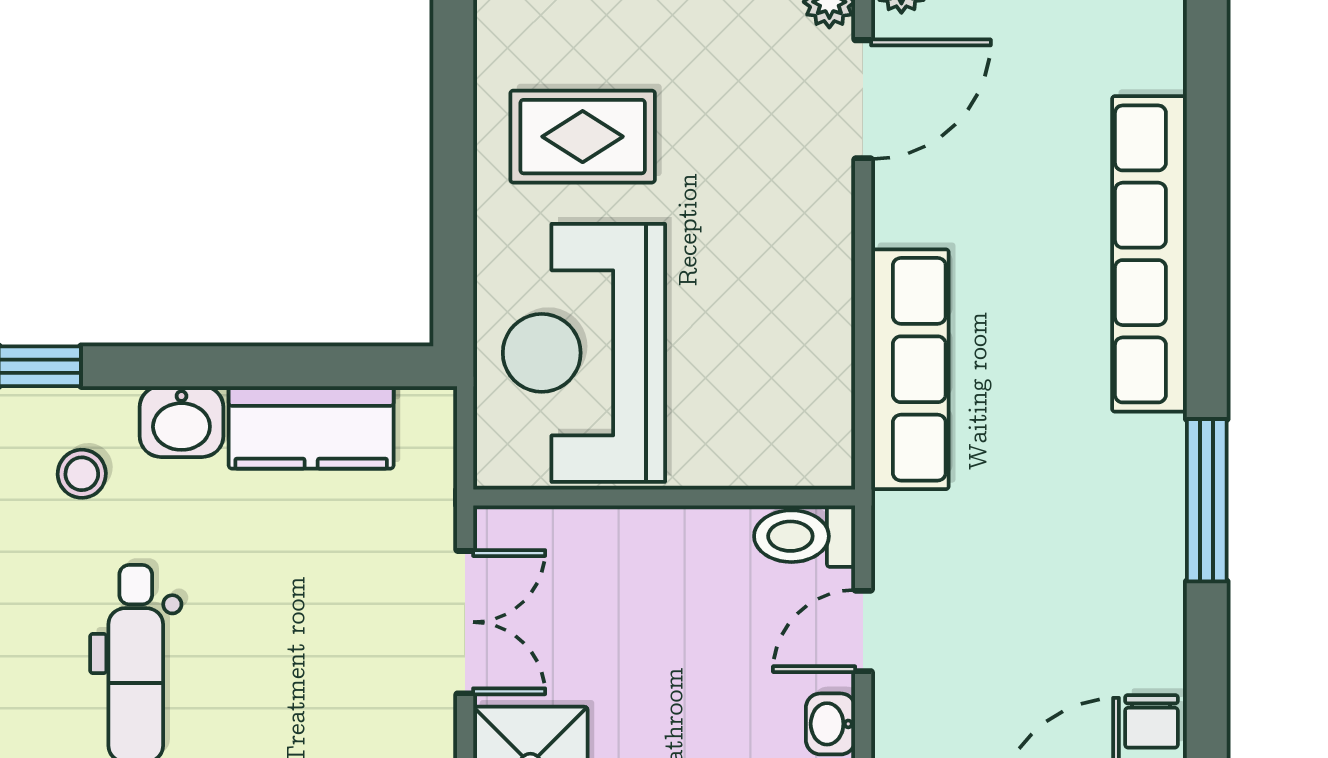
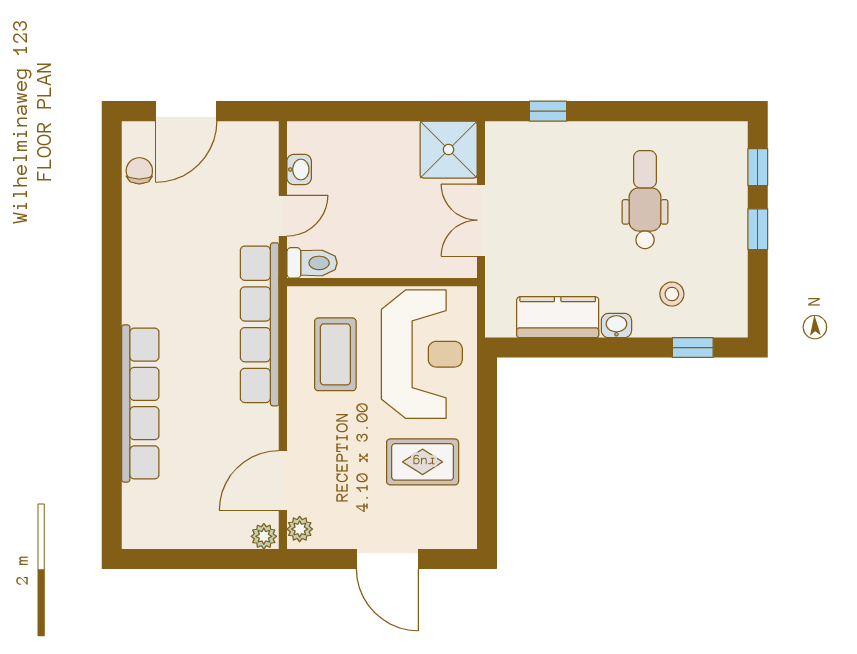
coffee table: (758, 353) -> (335, 354), added
row of seats: (910, 369) -> (260, 324), width x1.36
washbasin: (181, 422) -> (616, 325), width x0.72, depth x0.69
window: (1207, 500) -> (112, 281), removed

